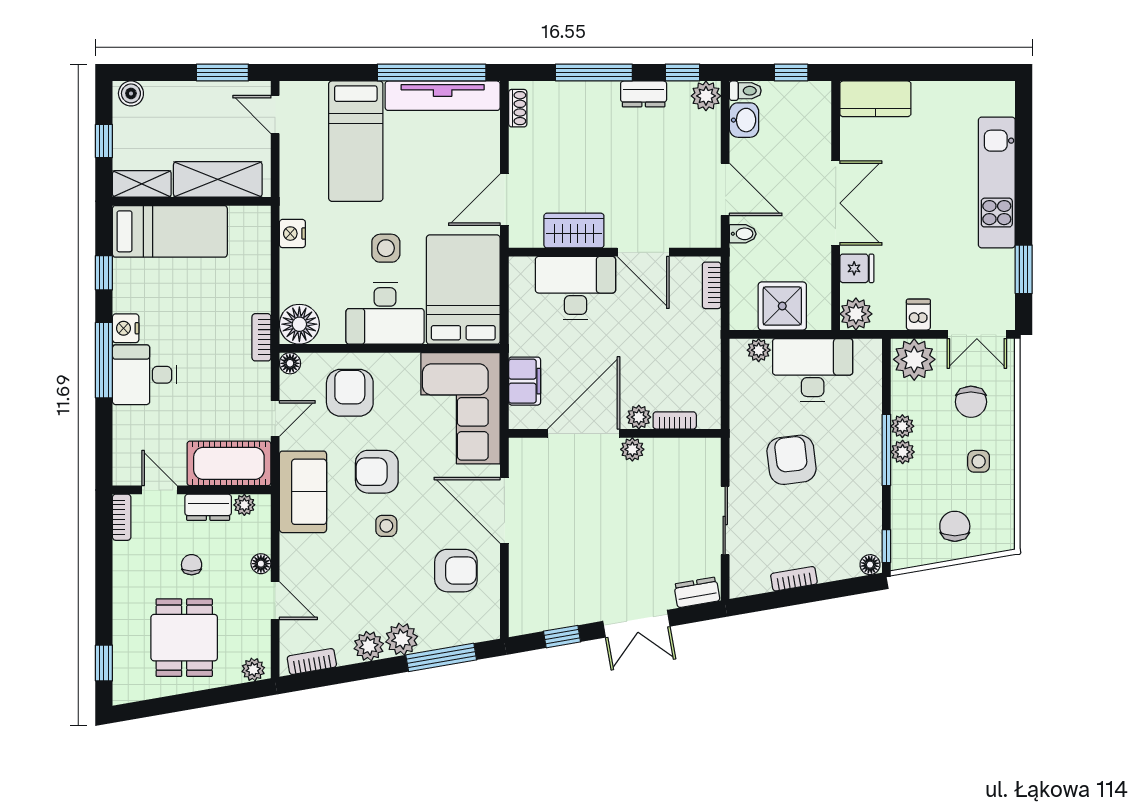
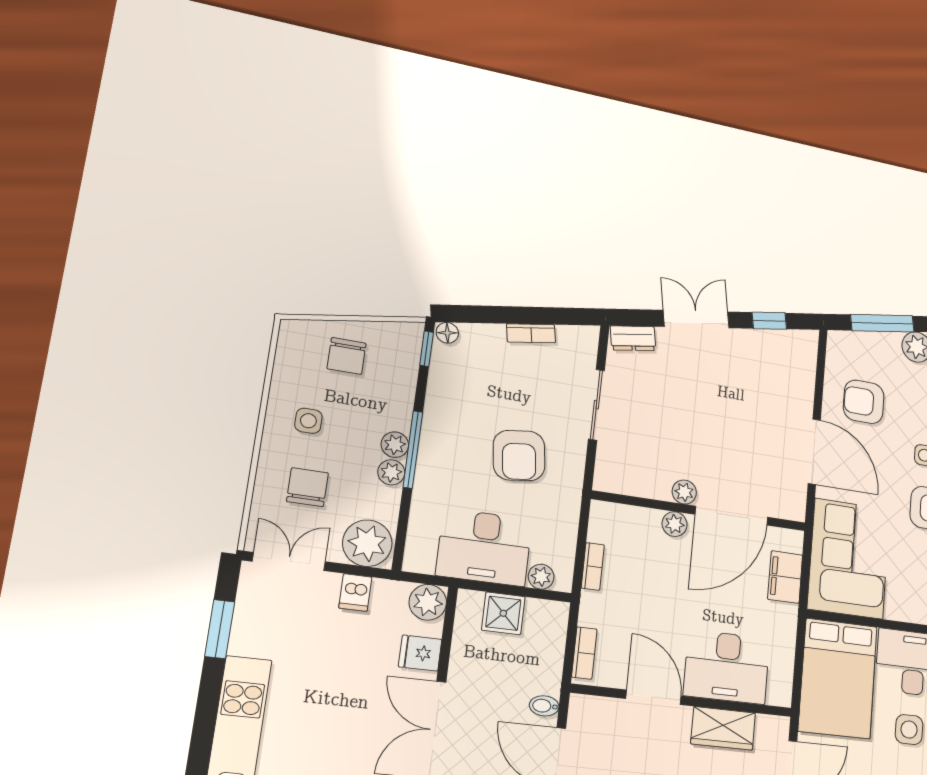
shower: (782, 306) -> (503, 613), width x0.73, depth x0.73
bookcase: (675, 420) -> (593, 566), moved, turned -90

